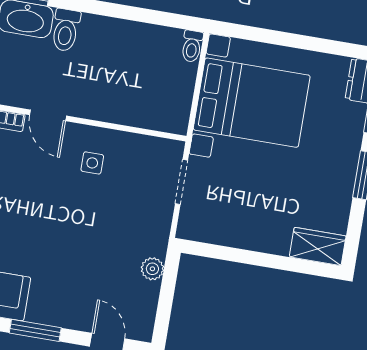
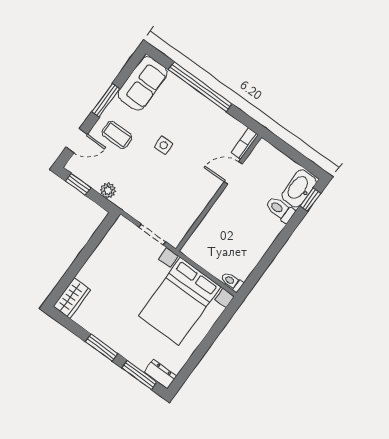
side table: (92, 163) -> (164, 145), moved
coffee table: (73, 293) -> (117, 135), added
window: (164, 312) -> (78, 184), added

